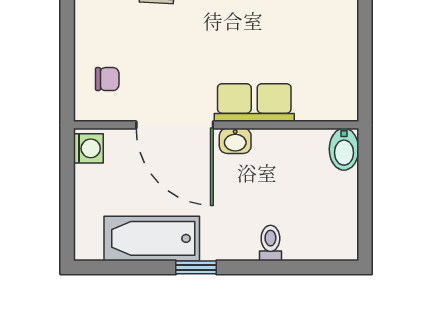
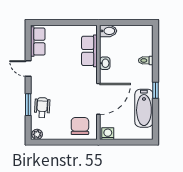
chair: (107, 79) -> (80, 126), width x1.87, depth x1.87
row of seats: (254, 103) -> (89, 51), moved
washbasin: (235, 141) -> (105, 63), moved

